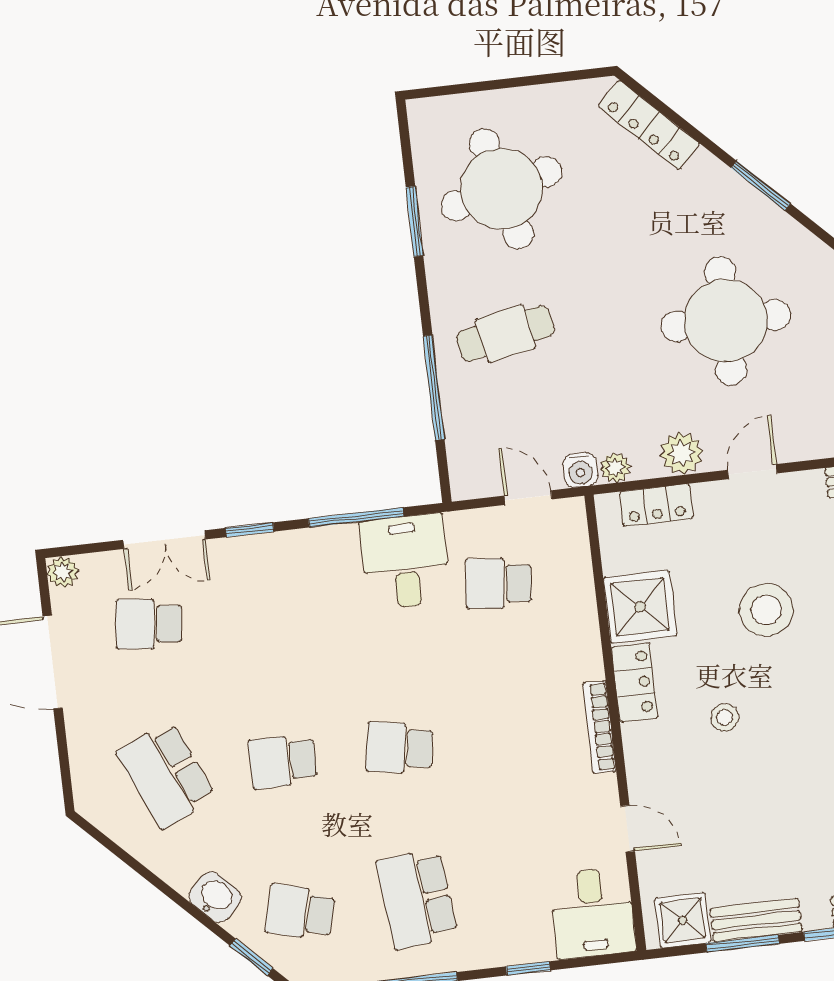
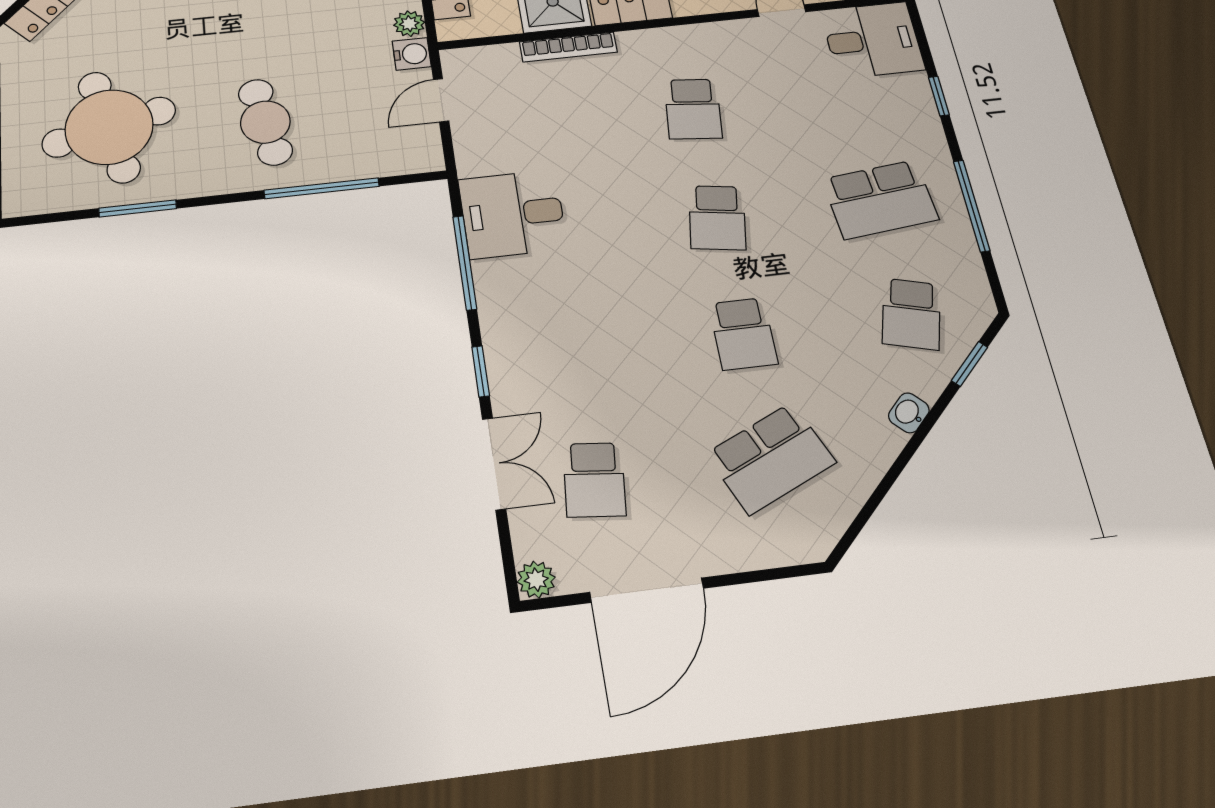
school desk: (499, 583) -> (693, 109), moved
bookcase: (599, 727) -> (568, 47), moved
washbasin: (215, 897) -> (909, 413), width x0.72, depth x0.69

